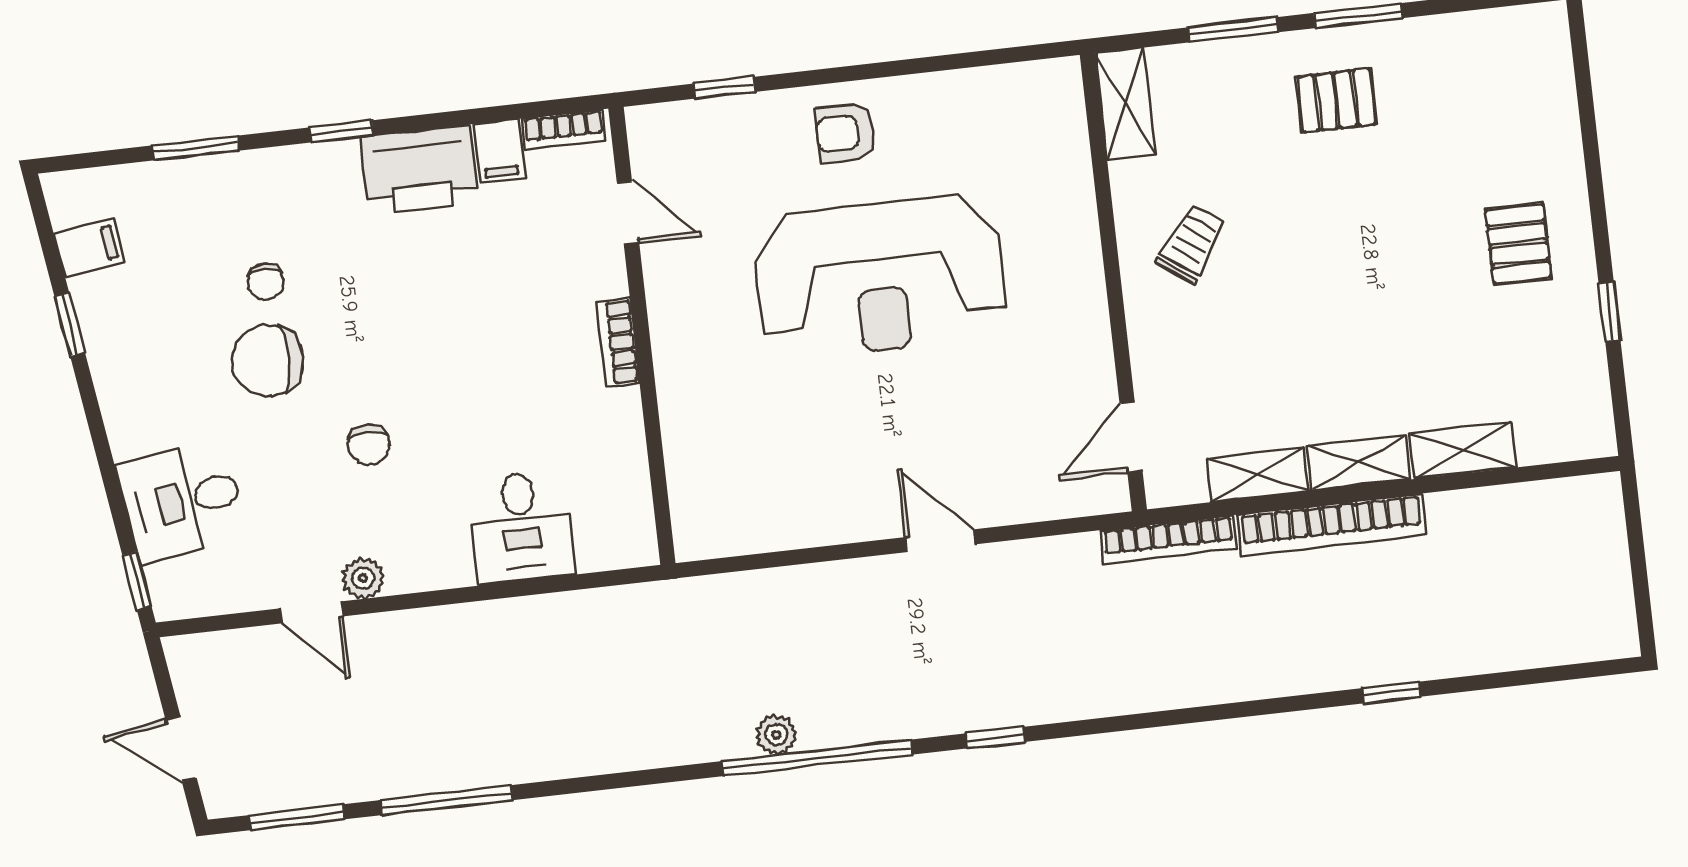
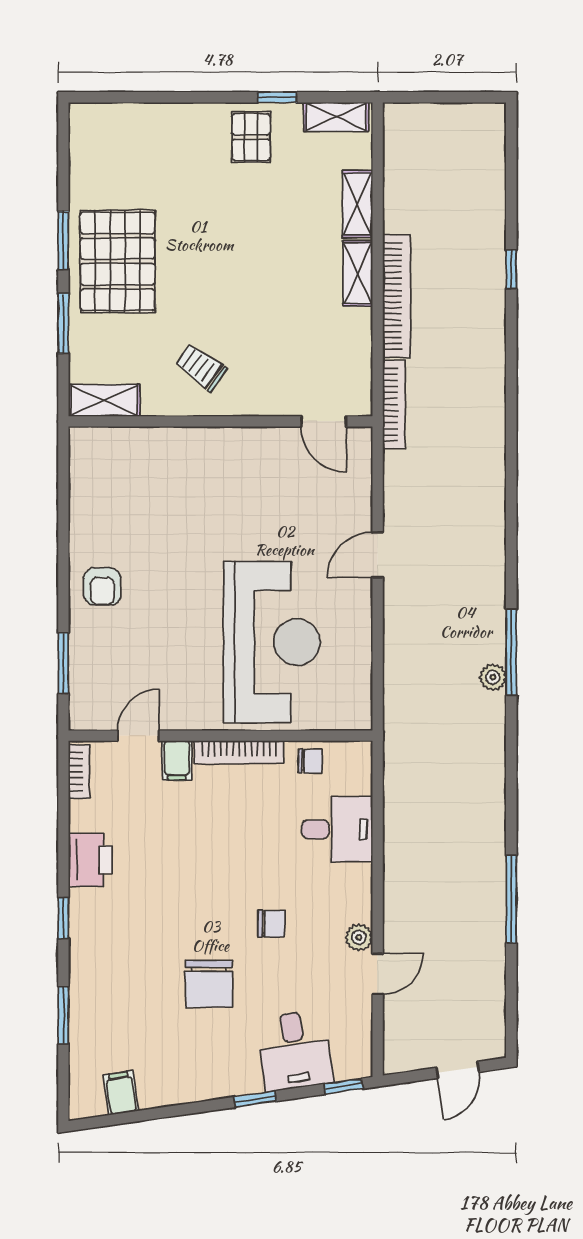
window: (724, 88) -> (63, 663), width x1.50
pallet: (1336, 100) -> (118, 261), width x2.05, depth x2.00
filing cabinet: (499, 151) -> (177, 760), moved, turned 90
printer: (420, 170) -> (90, 860), width x0.73, depth x0.84
pallet: (1518, 244) -> (251, 137), moved, turned 90
reception desk: (880, 277) -> (272, 642), moved
chair: (266, 281) -> (310, 761), moved
window: (70, 324) -> (255, 1099), moved
bookcase: (618, 342) -> (239, 752), width x1.56
shelving: (1257, 475) -> (336, 117), moved, turned 90
window: (995, 738) -> (511, 533), removed
window: (817, 758) -> (511, 652), width x0.68
window: (296, 817) -> (511, 999), removed

